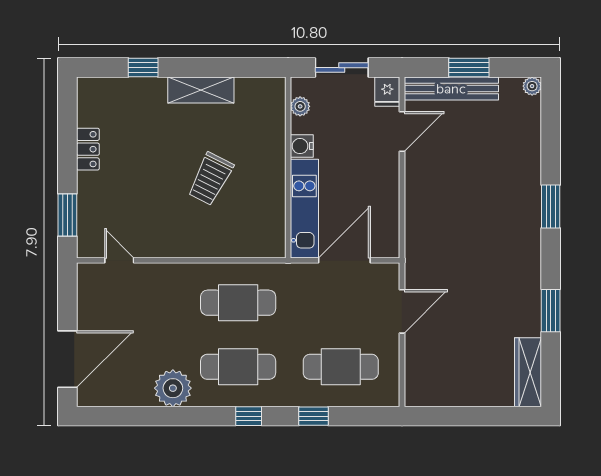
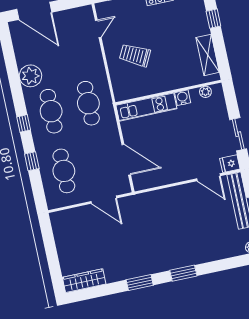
plant: (300, 106) -> (205, 92), moved
water cooler: (302, 146) -> (183, 98), moved
wall: (288, 167) -> (168, 92), moved
trolley: (210, 179) -> (135, 55), moved
kitchen unit: (304, 209) -> (146, 107), moved
window: (551, 311) -> (140, 283), moved

